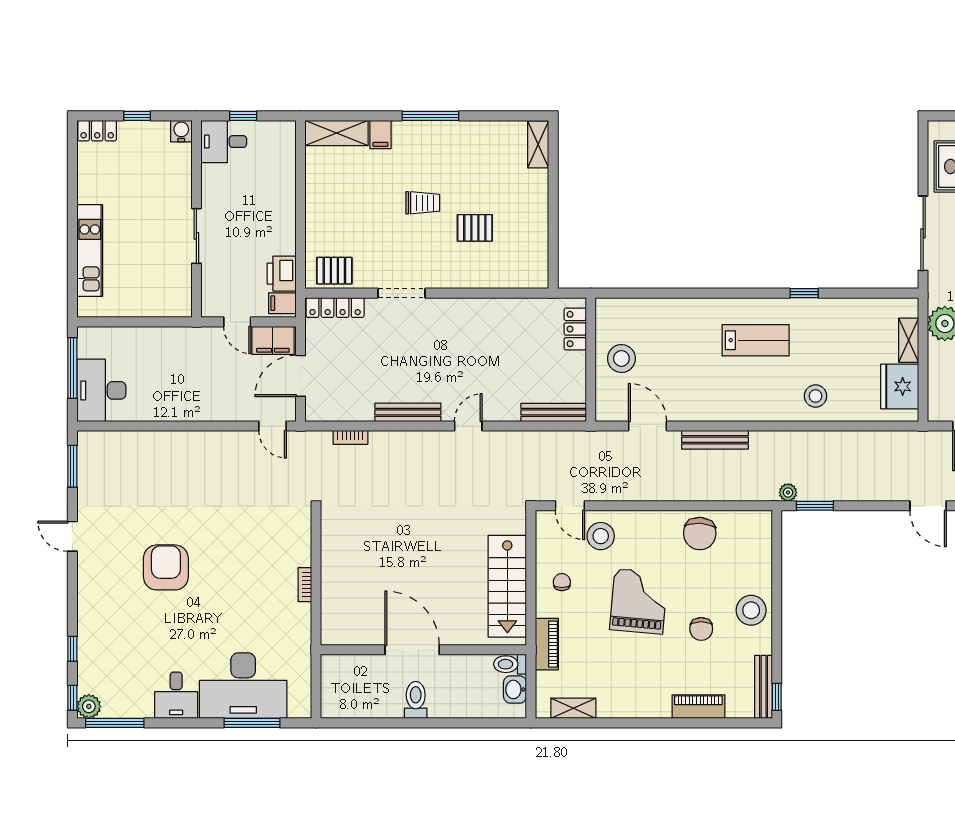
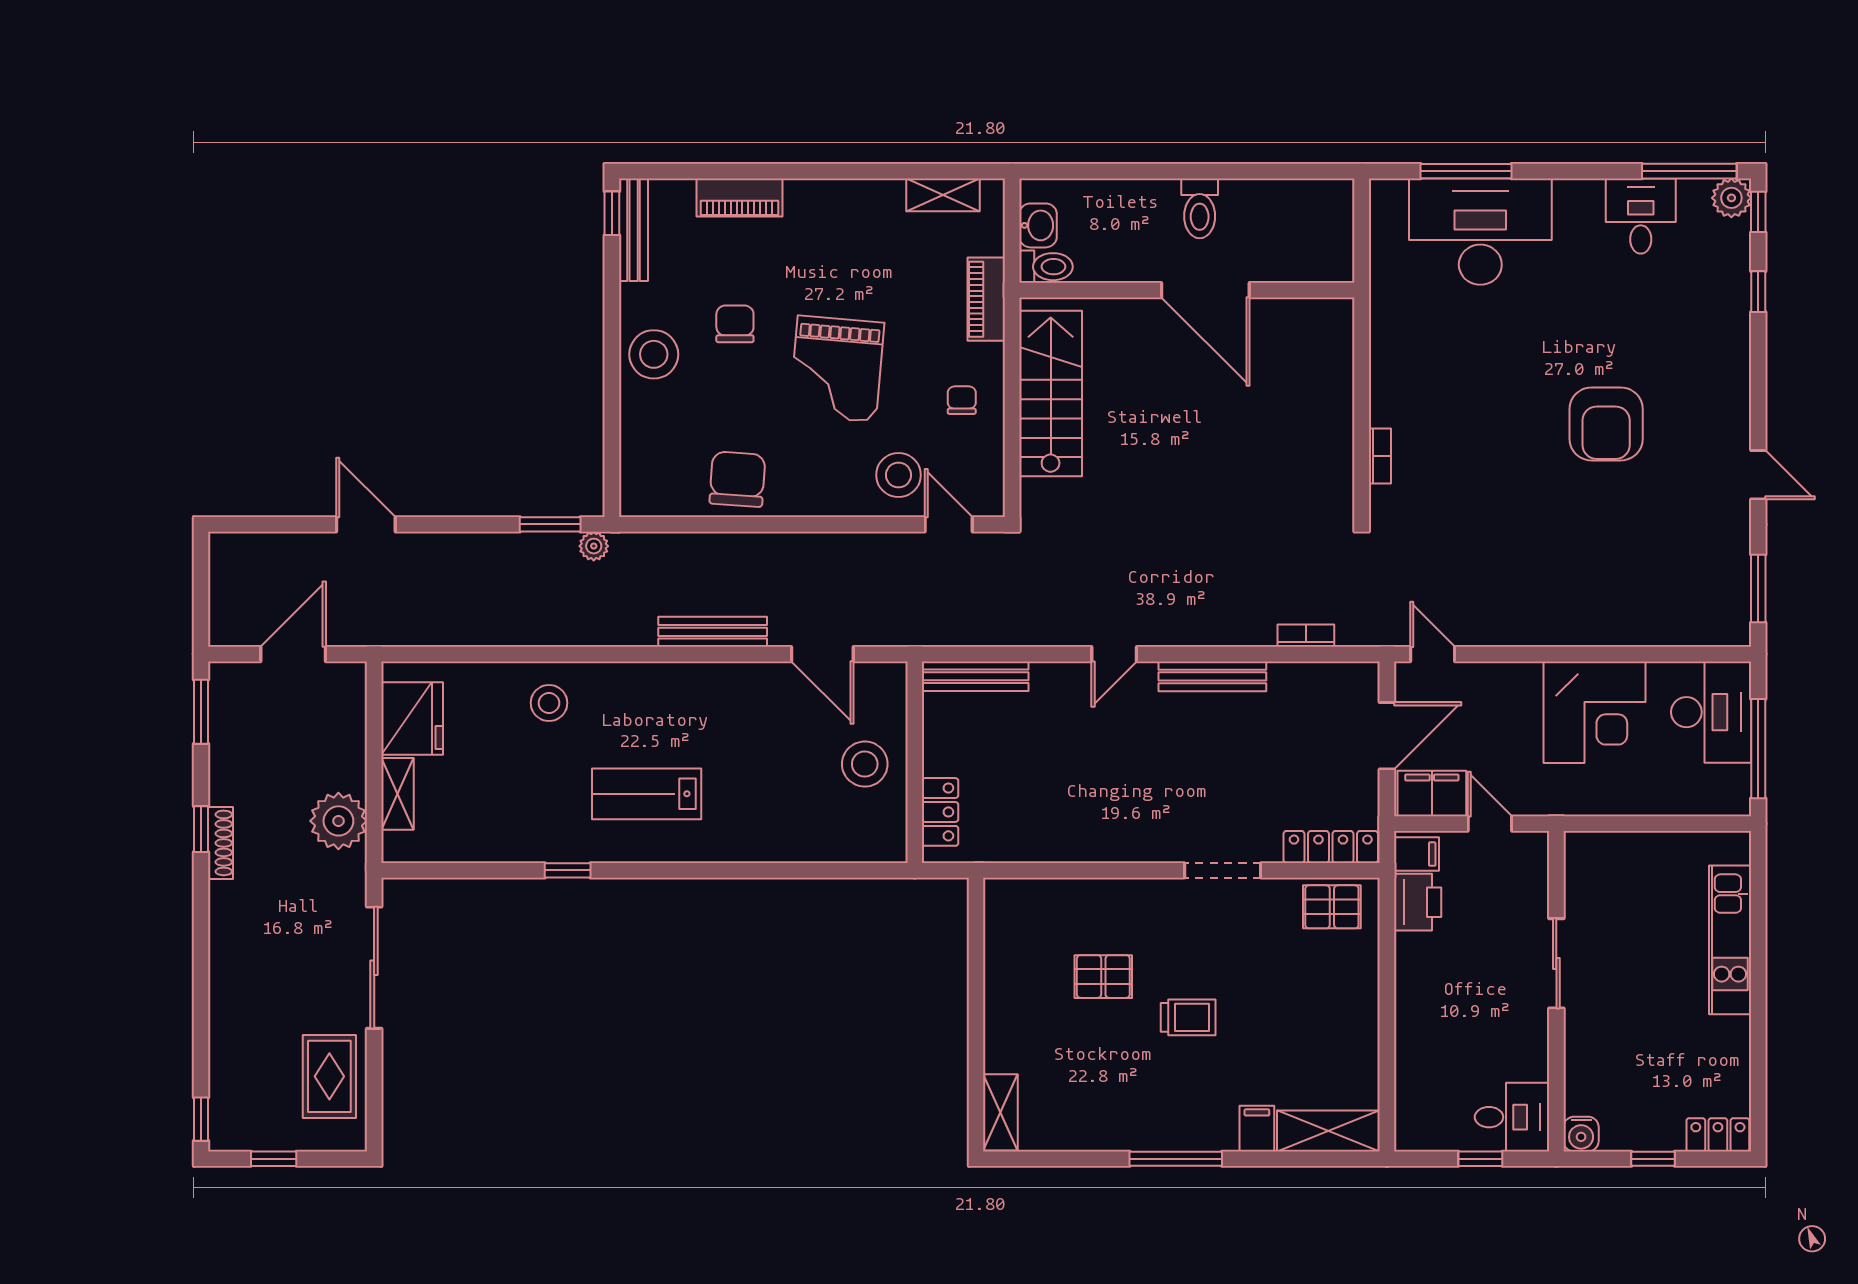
trolley: (423, 203) -> (1188, 1017), turned 180
corner desk: (173, 390) -> (1595, 712), added
chair: (562, 582) -> (962, 400), turned 180
bookcase: (305, 585) -> (1380, 456), moved
desk: (176, 695) -> (1641, 216), moved

